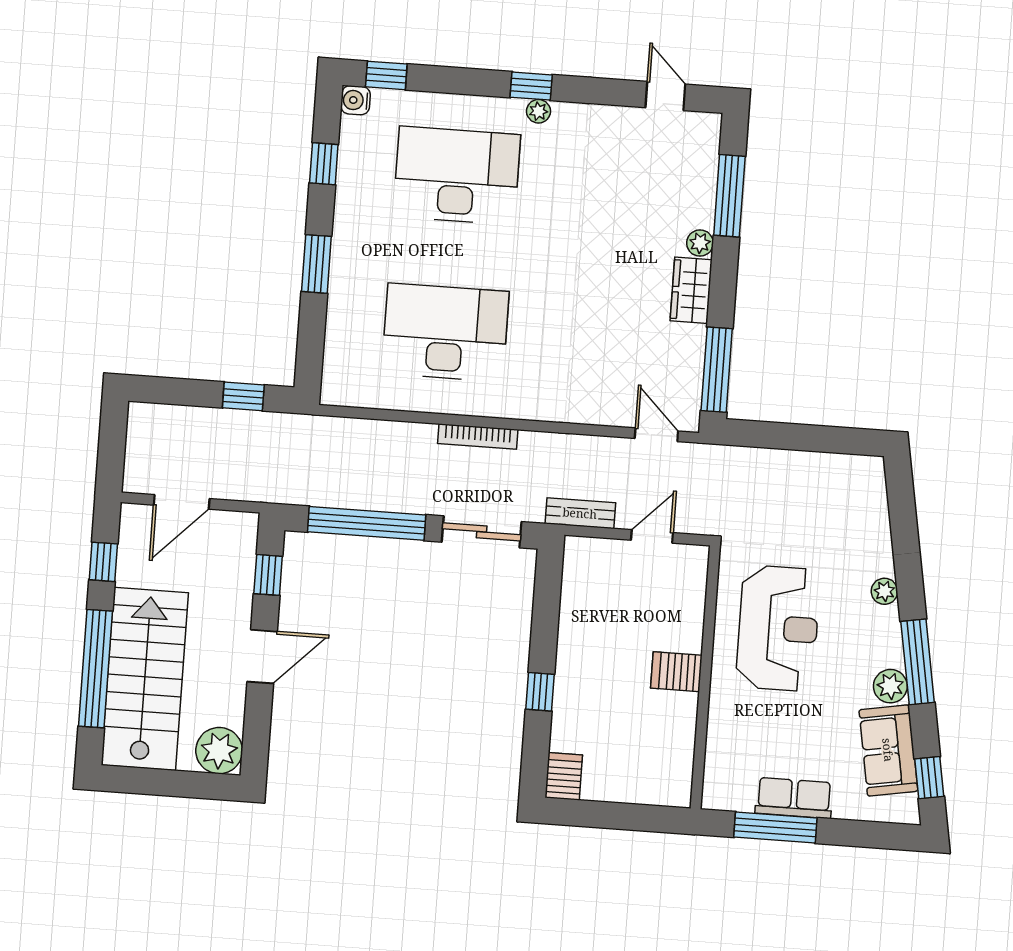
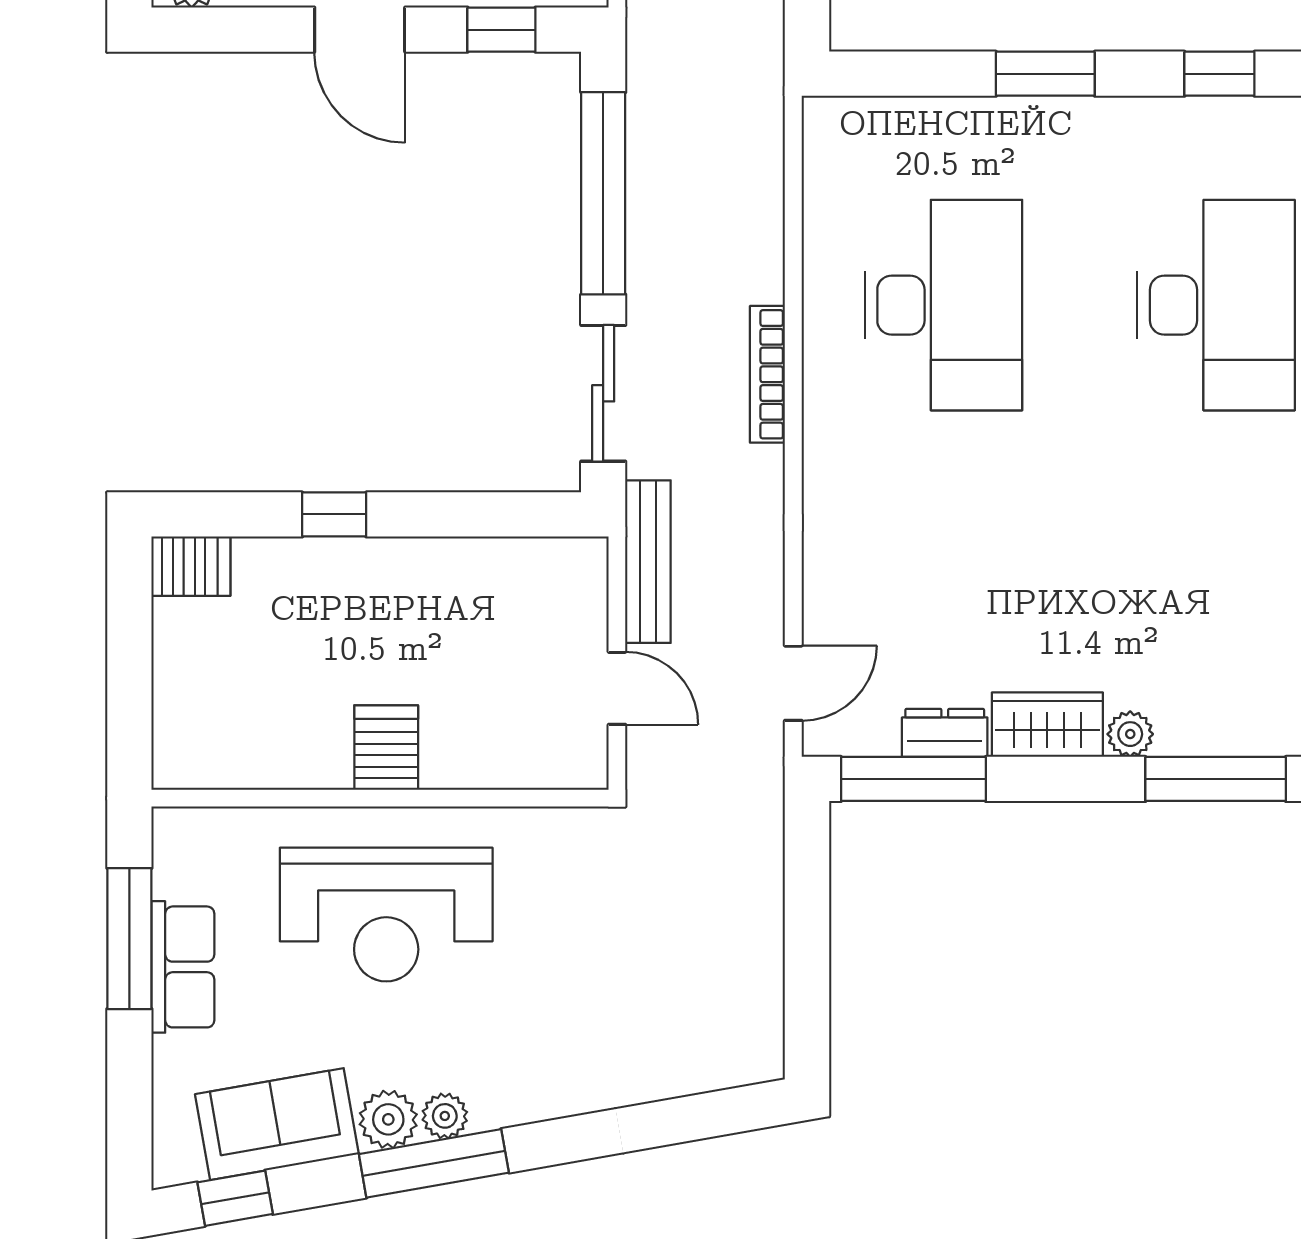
dresser: (691, 350) -> (945, 733), added
bench: (580, 513) -> (648, 562), width x1.36
plant: (884, 591) -> (445, 1116), moved
reception desk: (778, 628) -> (386, 915), moved

